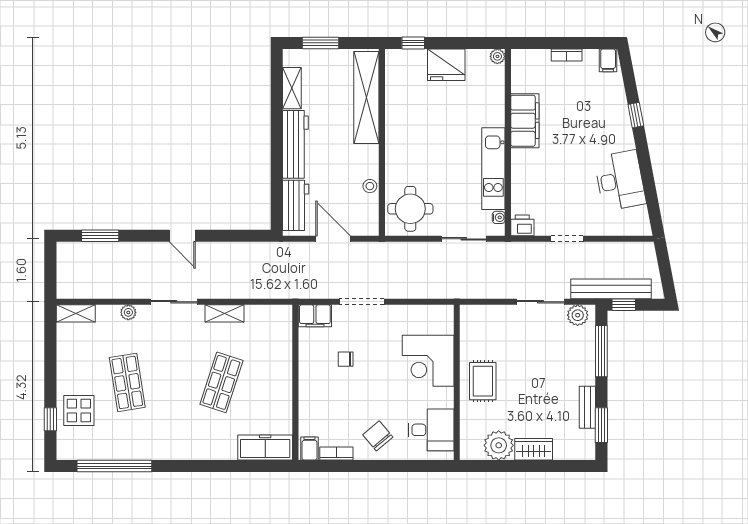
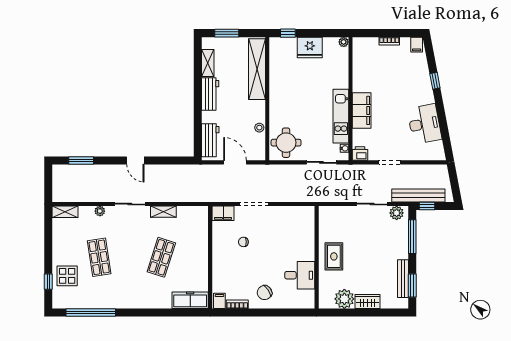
filing cabinet: (525, 121) -> (362, 110), moved
workbench: (295, 144) -> (210, 94), width x0.73
corner desk: (428, 361) -> (298, 243), removed
bench: (587, 407) -> (403, 279), width x1.36
desk: (431, 430) -> (300, 275), moved
chair: (378, 436) -> (265, 293), turned -84

